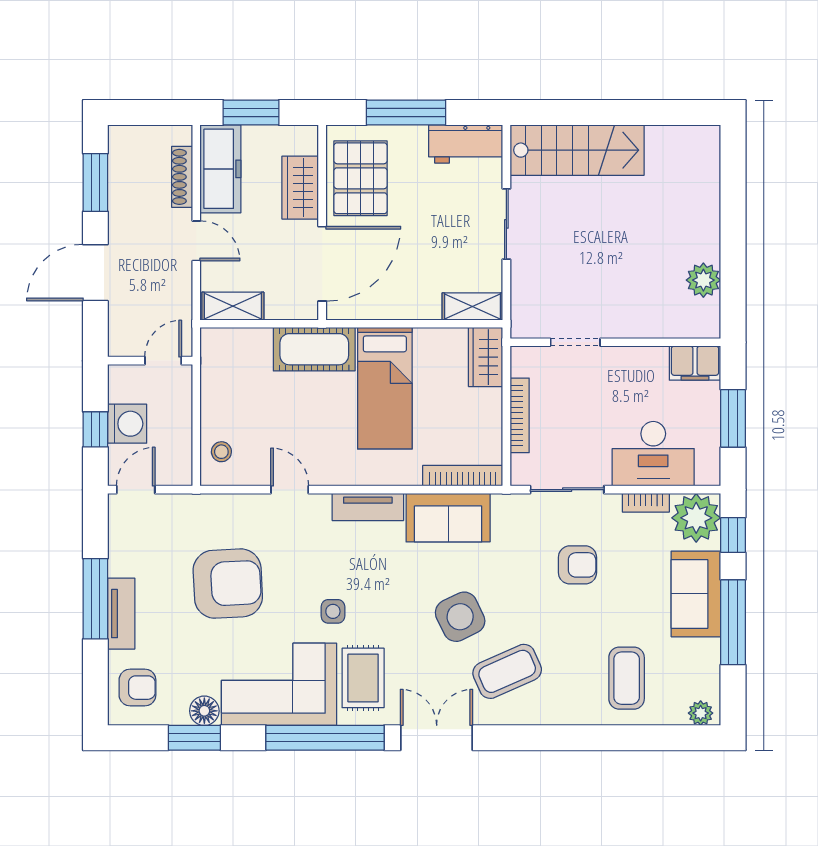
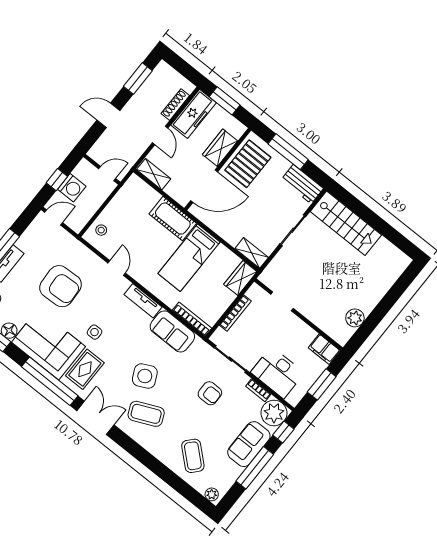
door: (95, 273) -> (108, 115), width x0.73
coffee table: (627, 678) -> (193, 456), turned -48

